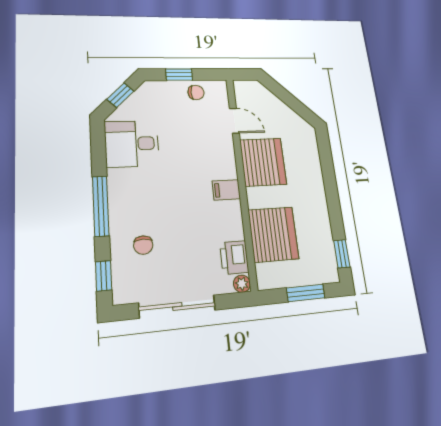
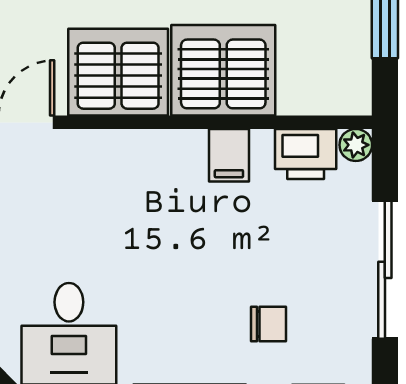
filing cabinet: (226, 190) -> (229, 155), moved
server rack: (273, 234) -> (223, 70), moved

